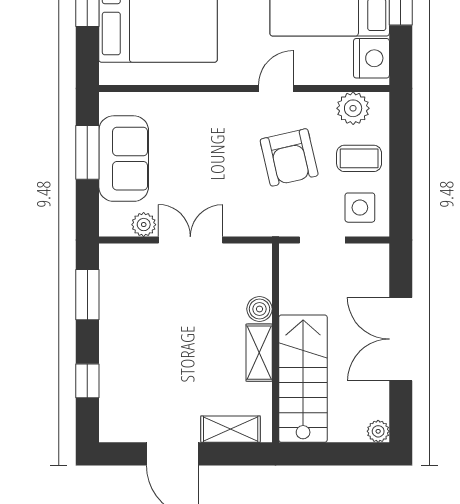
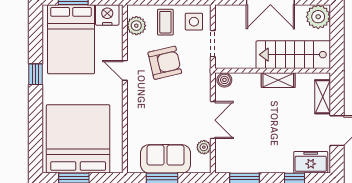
double door: (190, 240) -> (213, 120), swing flipped
boiler: (259, 309) -> (224, 80), moved
freezer: (118, 409) -> (311, 162), added
plant: (378, 431) -> (318, 17), width x1.87, depth x1.87

